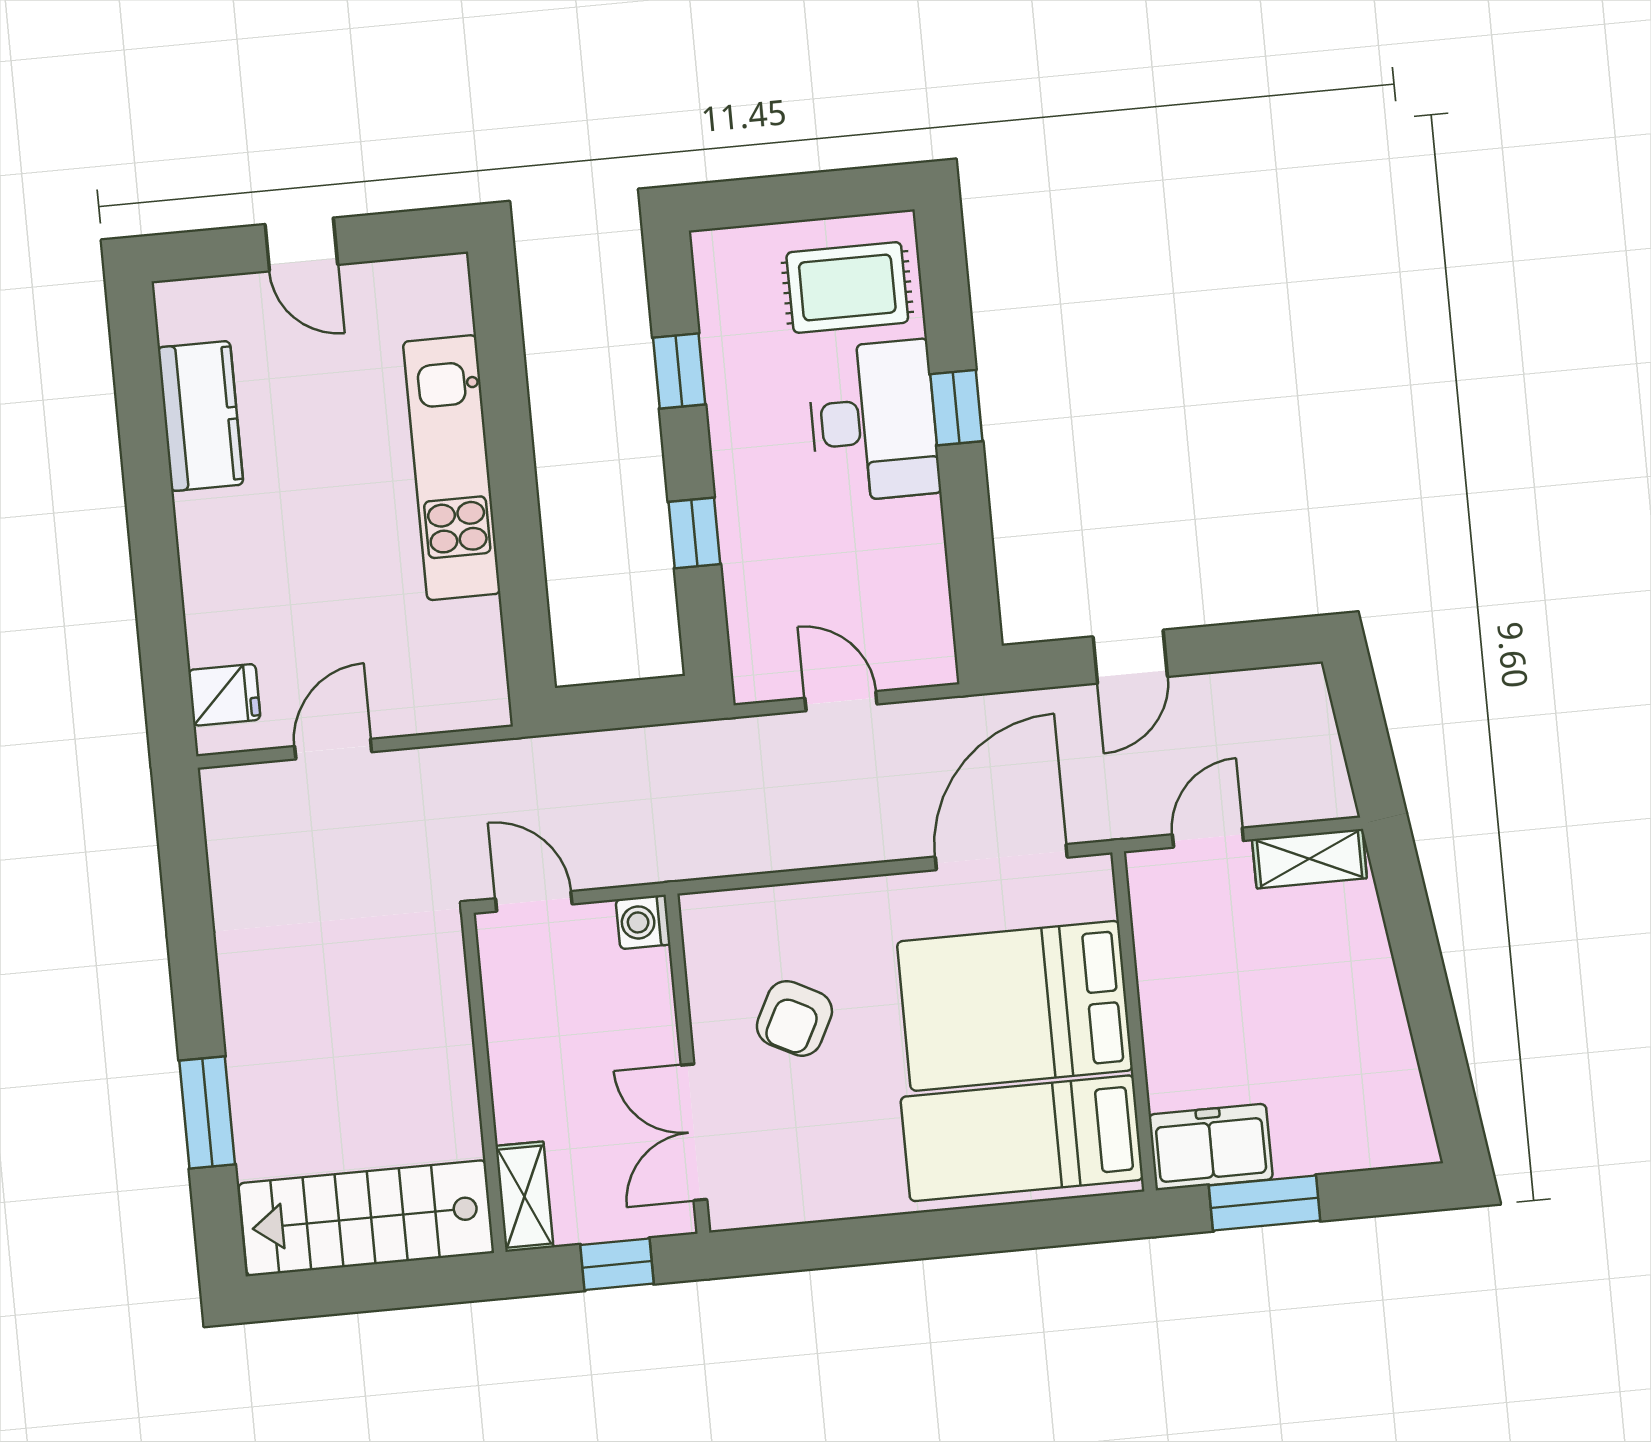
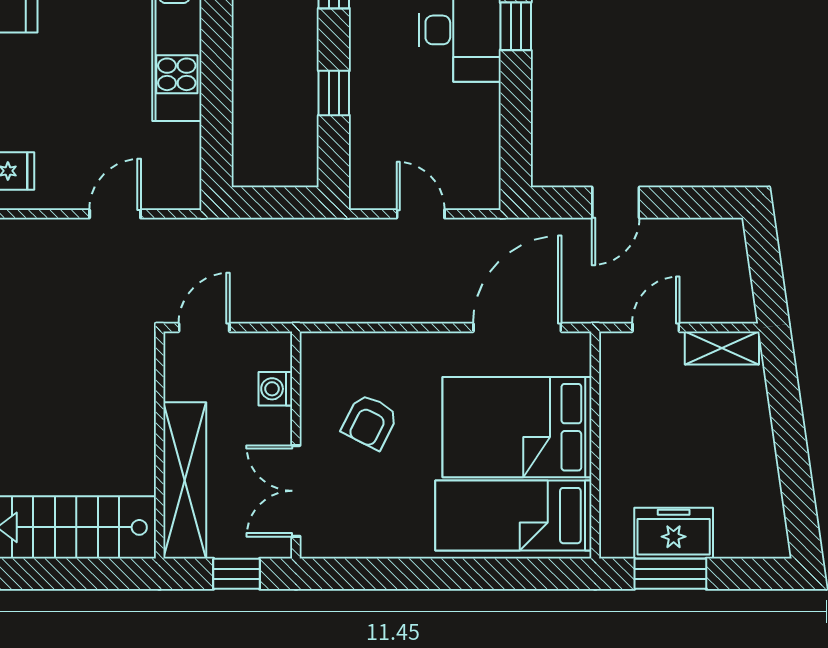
door: (333, 749) -> (115, 214), moved
door: (534, 901) -> (204, 328), hinge flipped
washing machine: (643, 922) -> (275, 389), moved
freezer: (1211, 1147) -> (674, 533), moved
shelving: (524, 1197) -> (185, 480), width x2.20, depth x1.33

